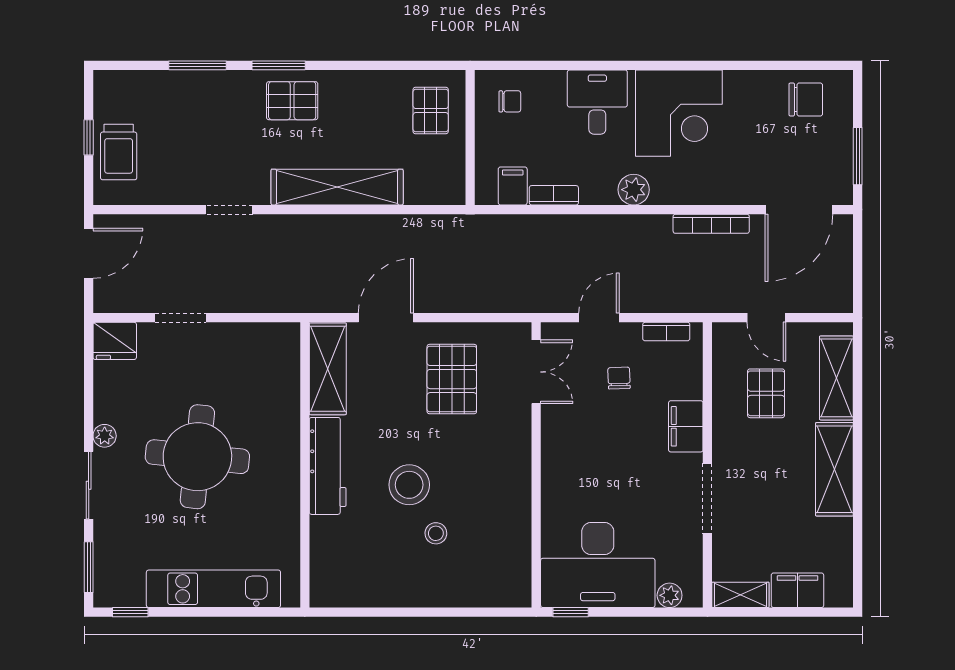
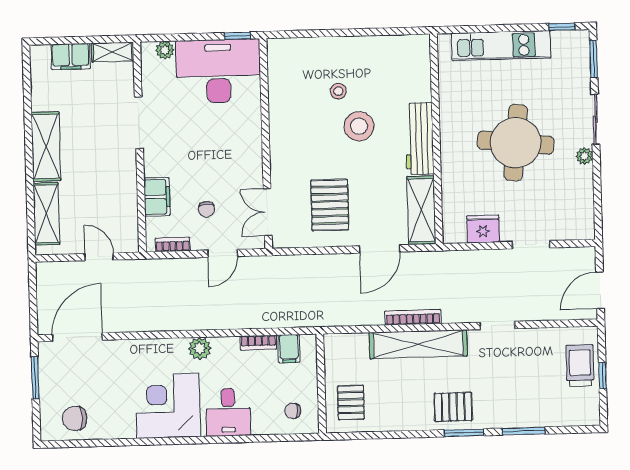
bookcase: (711, 224) -> (413, 317), moved
fridge: (115, 341) -> (483, 229), moved
pallet: (766, 393) -> (98, 201), removed
filing cabinet: (686, 426) -> (157, 197), moved

